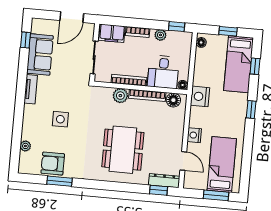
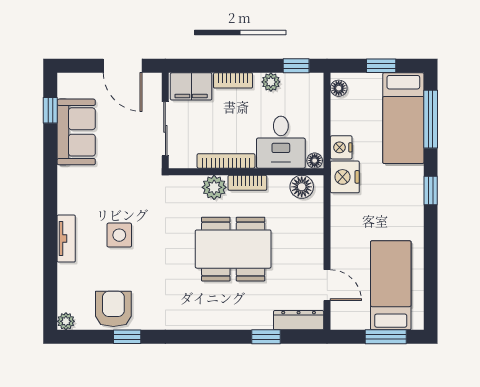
door: (72, 17) -> (123, 66), hinge flipped
window: (255, 66) -> (431, 119), width x2.17
tv unit: (31, 89) -> (66, 239), moved
bookcase: (147, 95) -> (247, 183), width x0.64
nightstand: (194, 135) -> (341, 147), moved
plant: (25, 146) -> (66, 321), moved
dining table: (123, 150) -> (233, 249), moved, turned 90
armchair: (53, 164) -> (113, 309), turned 90
window: (60, 181) -> (127, 337), width x0.67
window: (159, 190) -> (266, 337), moved

